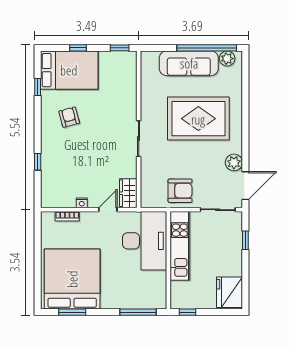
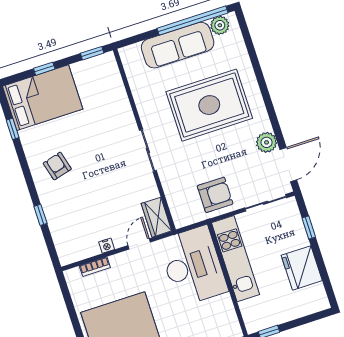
armchair: (69, 117) -> (57, 166), moved
fridge: (229, 292) -> (302, 268), moved

